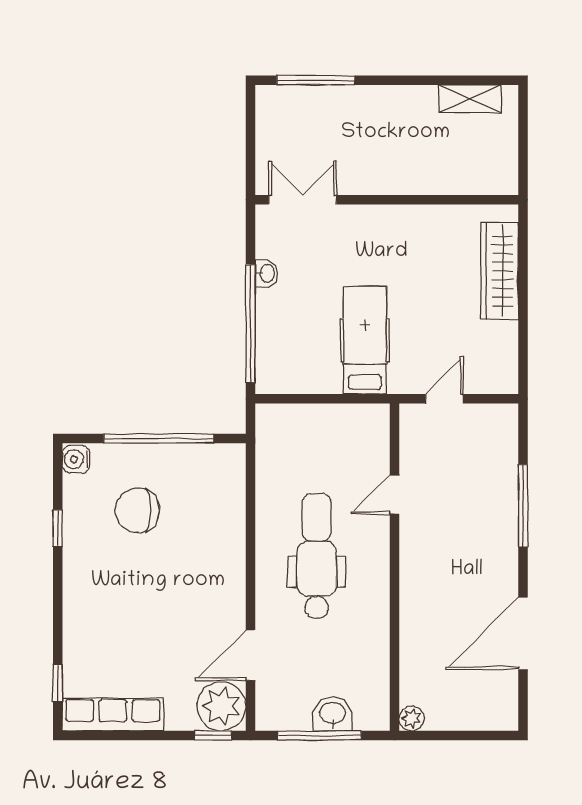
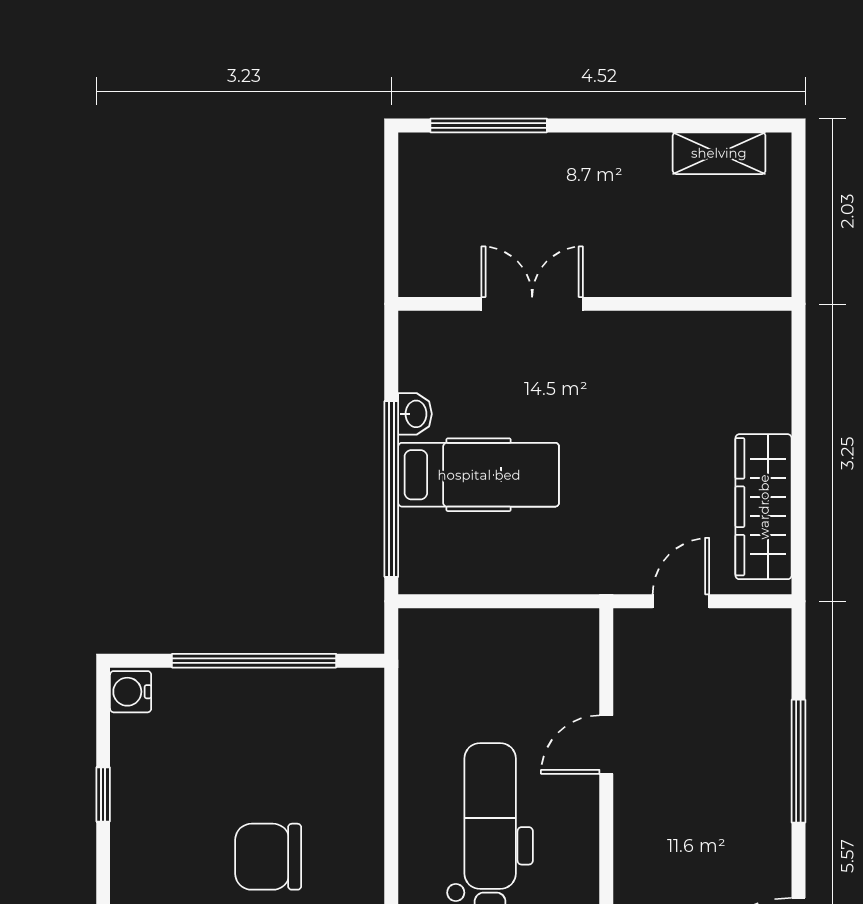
double door: (303, 200) -> (532, 304), moved
wardrobe: (500, 271) -> (764, 507), moved
hospital bed: (365, 340) -> (479, 475), moved, turned 90
chair: (137, 510) -> (268, 857), moved

